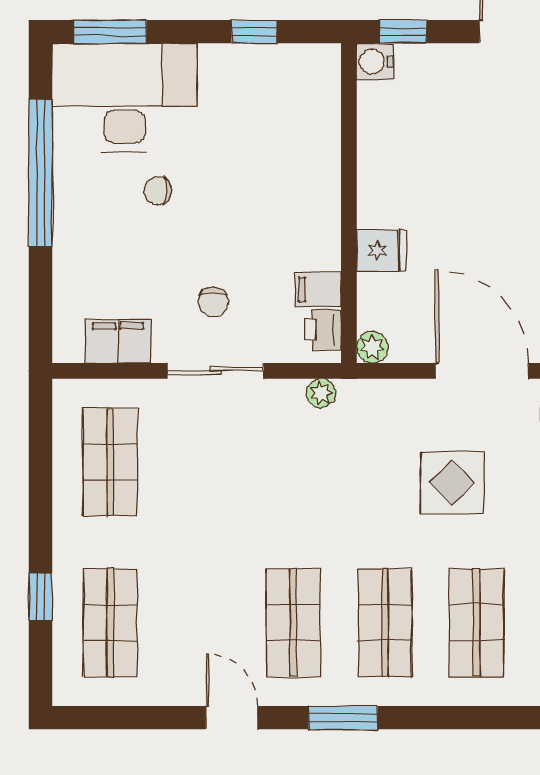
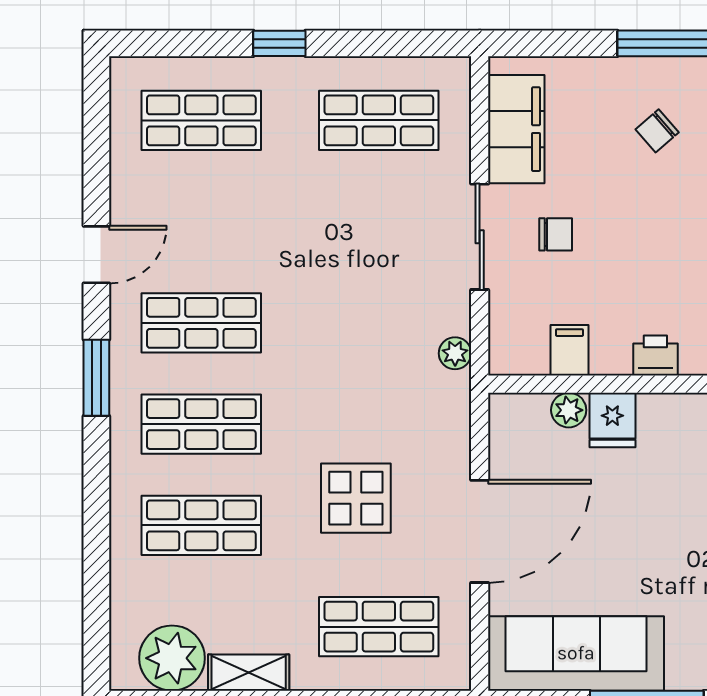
chair: (158, 190) -> (657, 131), moved, turned -131
chair: (213, 302) -> (556, 234), turned 180
printer: (323, 330) -> (655, 355), moved
filing cabinet: (118, 341) -> (516, 129), width x1.50, depth x1.17
plant: (372, 347) -> (569, 410), moved
window: (40, 597) -> (279, 43), moved

